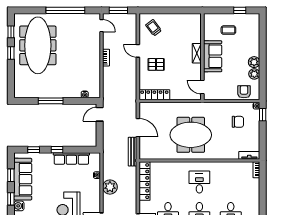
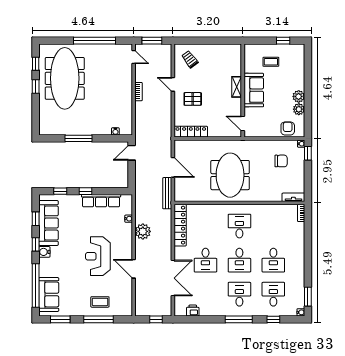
meeting table: (191, 135) -> (230, 175), turned 90

